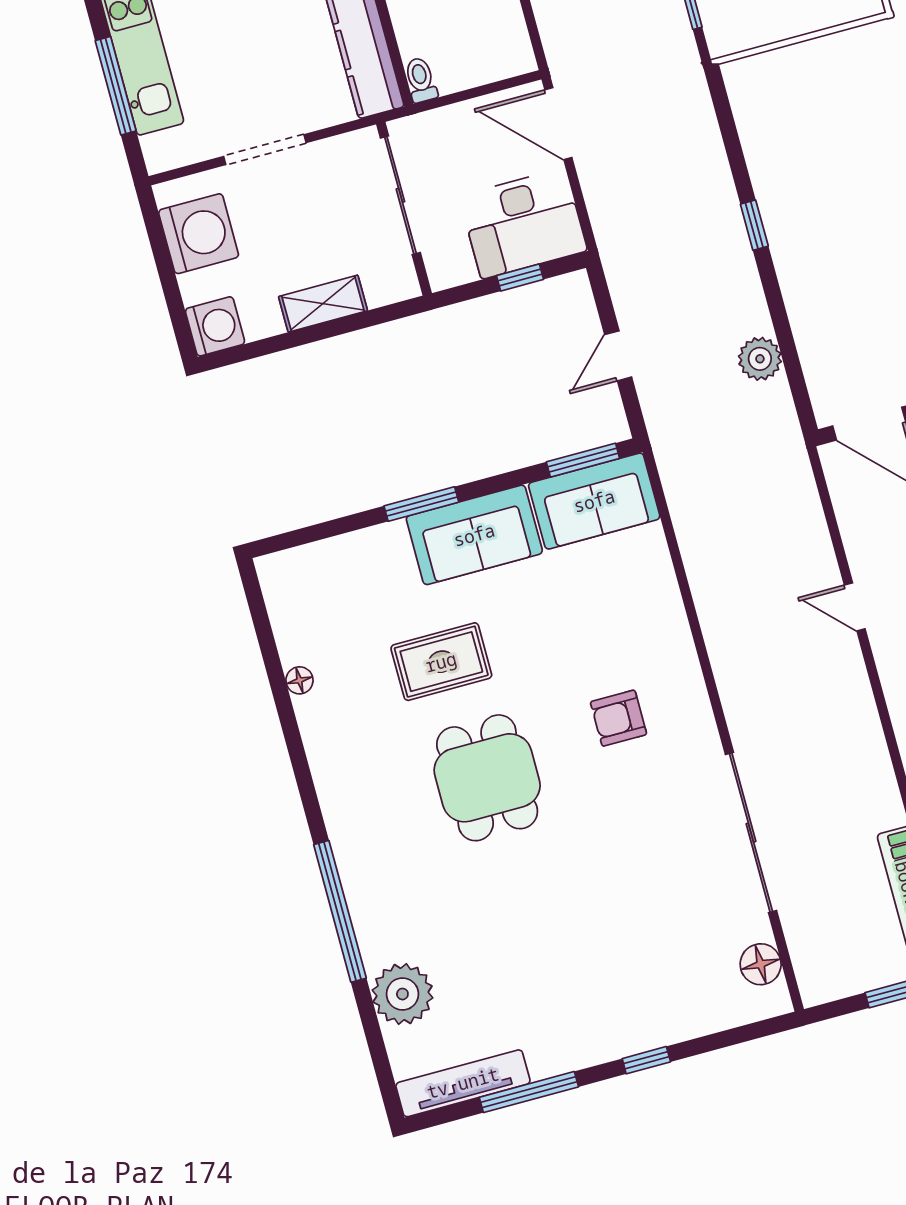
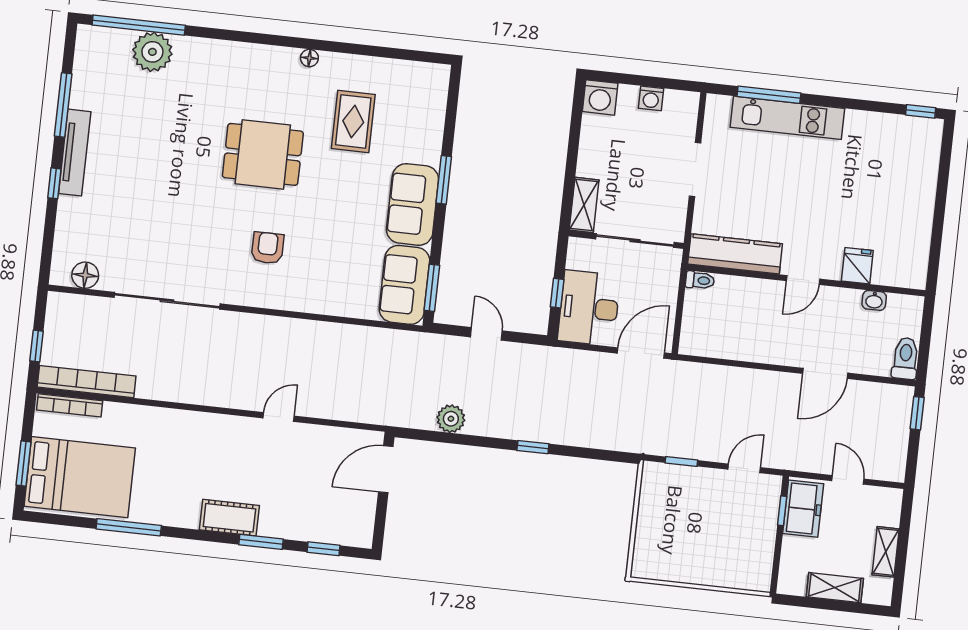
washing machine: (199, 234) -> (651, 98), width x0.53, depth x0.53
shelving: (323, 304) -> (584, 205), moved
rug: (441, 662) -> (353, 121), moved
floor lamp: (299, 680) -> (309, 58), moved
window: (340, 911) -> (139, 25), moved
tv unit: (463, 1083) -> (75, 153), moved

